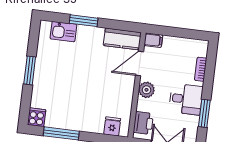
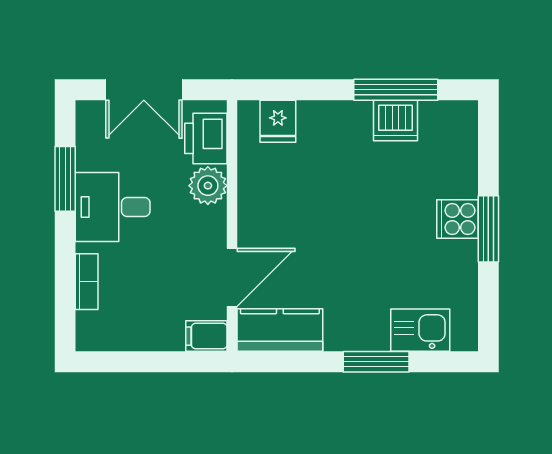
plant: (147, 90) -> (208, 186), moved
cooker: (37, 117) -> (458, 219), moved, turned 90
dishwasher: (63, 121) -> (395, 121), added

